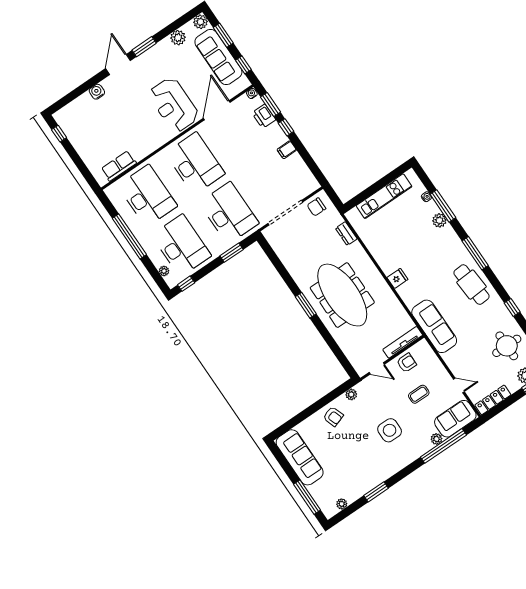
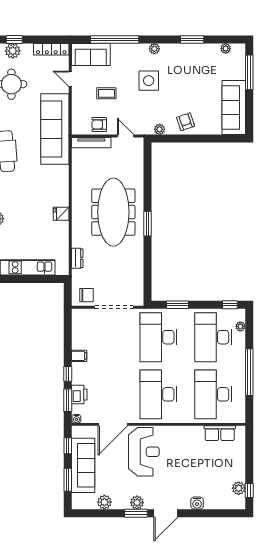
plant: (201, 22) -> (137, 503), moved
plant: (70, 129) -> (239, 488), added
fridge: (397, 278) -> (61, 214), moved
sofa: (434, 326) -> (55, 129), width x1.36, depth x1.27
plant: (436, 439) -> (154, 49), moved

